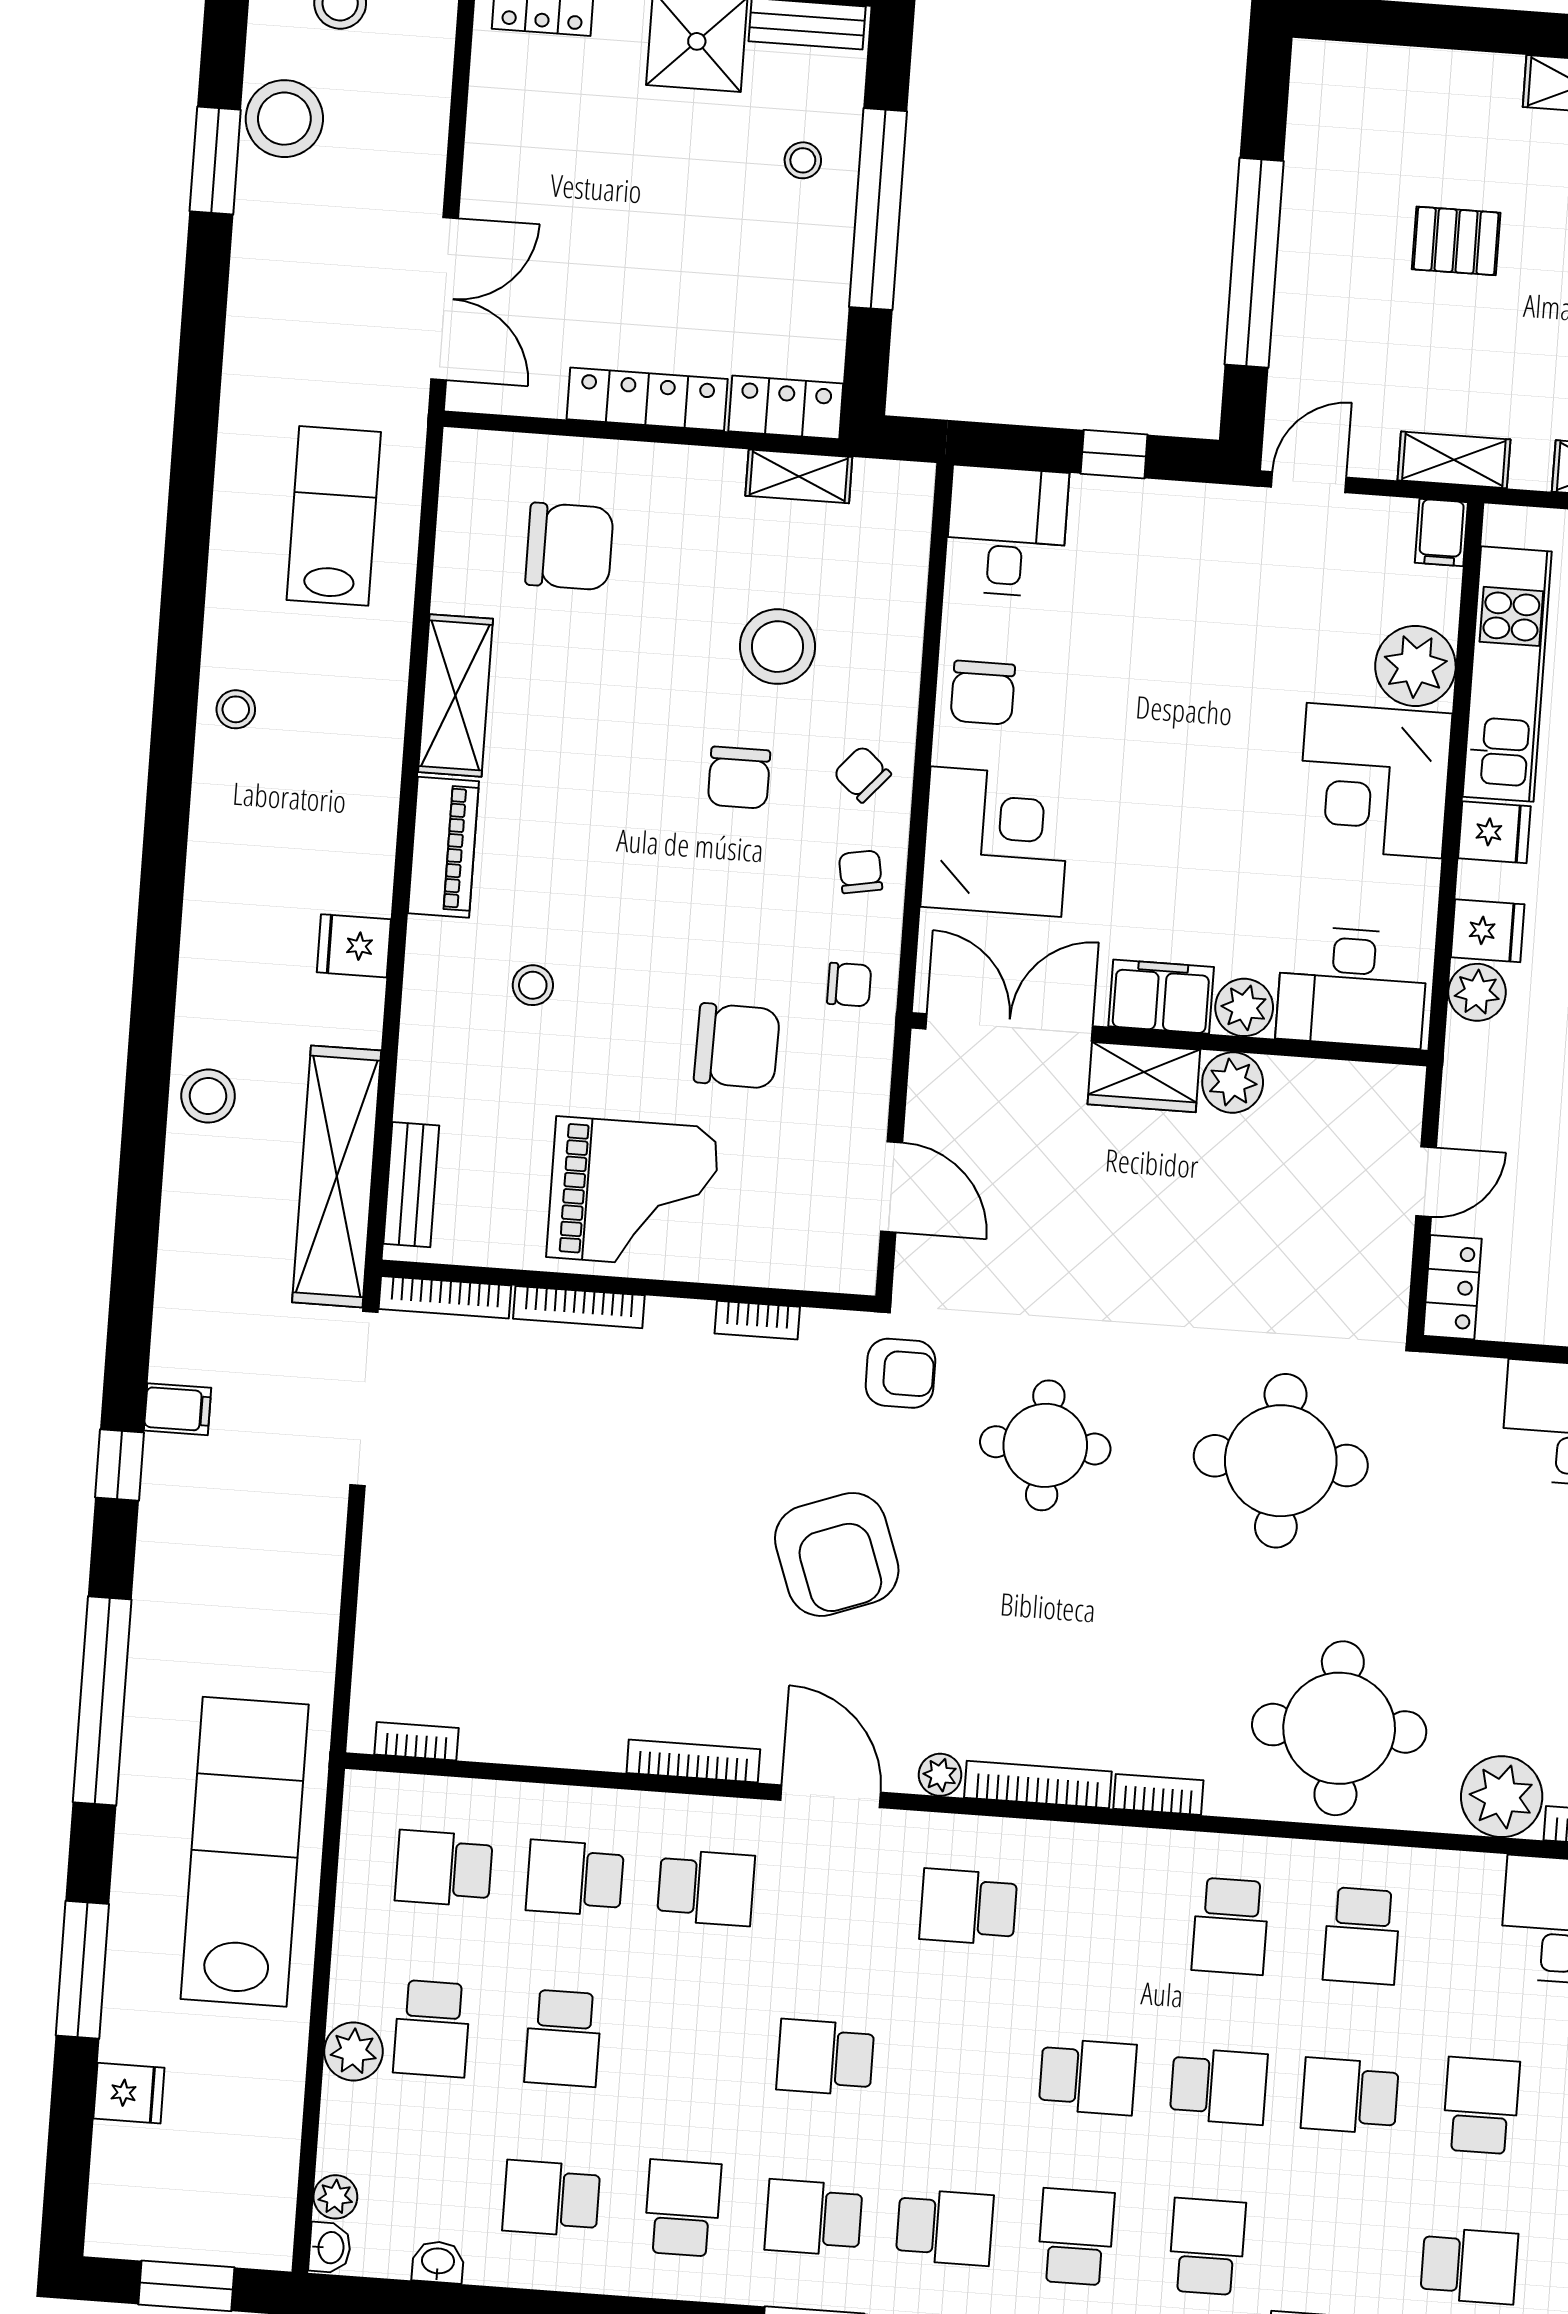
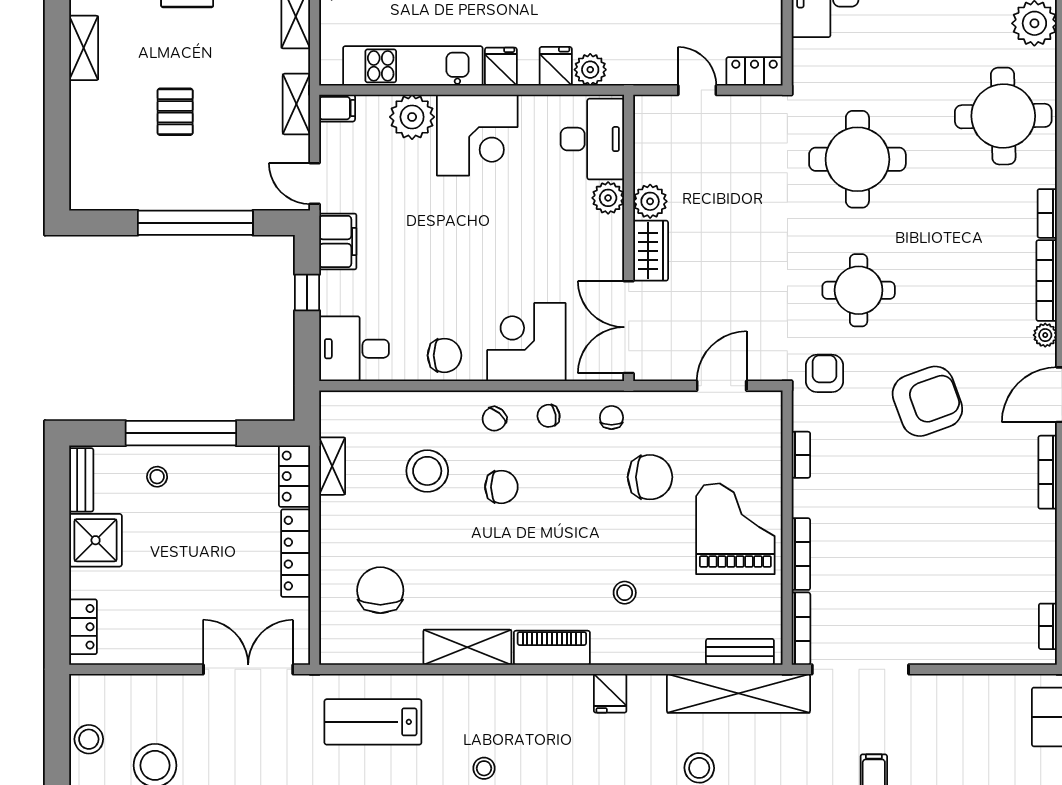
filing cabinet: (1161, 997) -> (338, 242), moved, turned 180
chair: (737, 1046) -> (650, 477), turned 89

